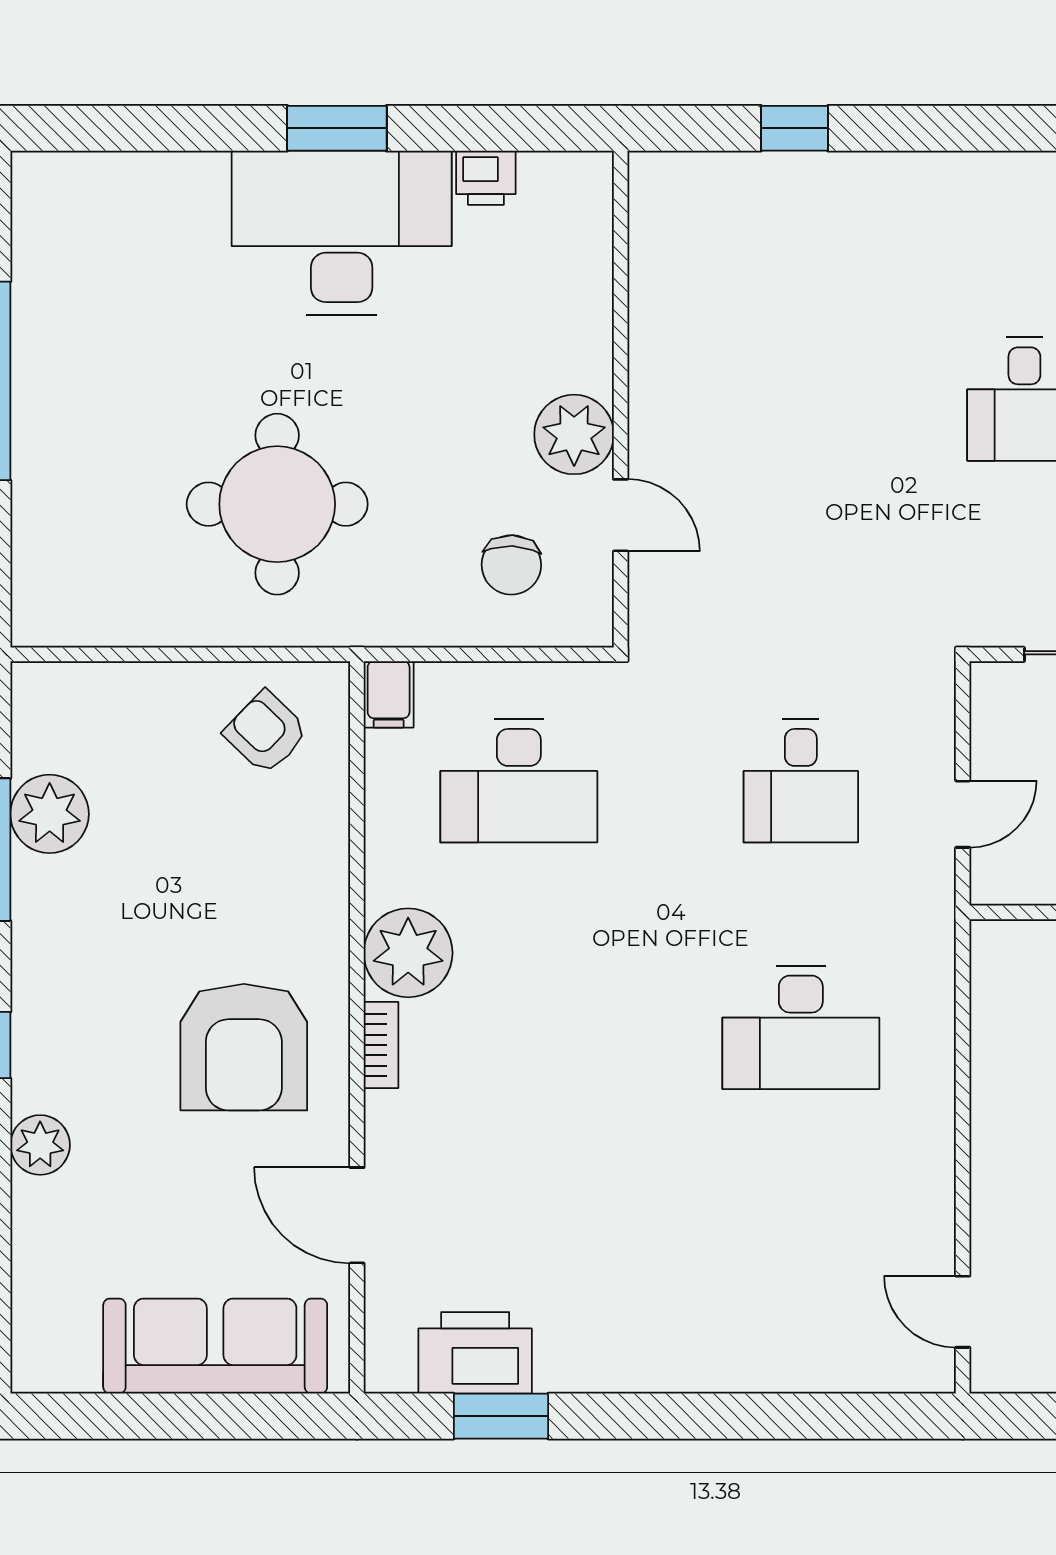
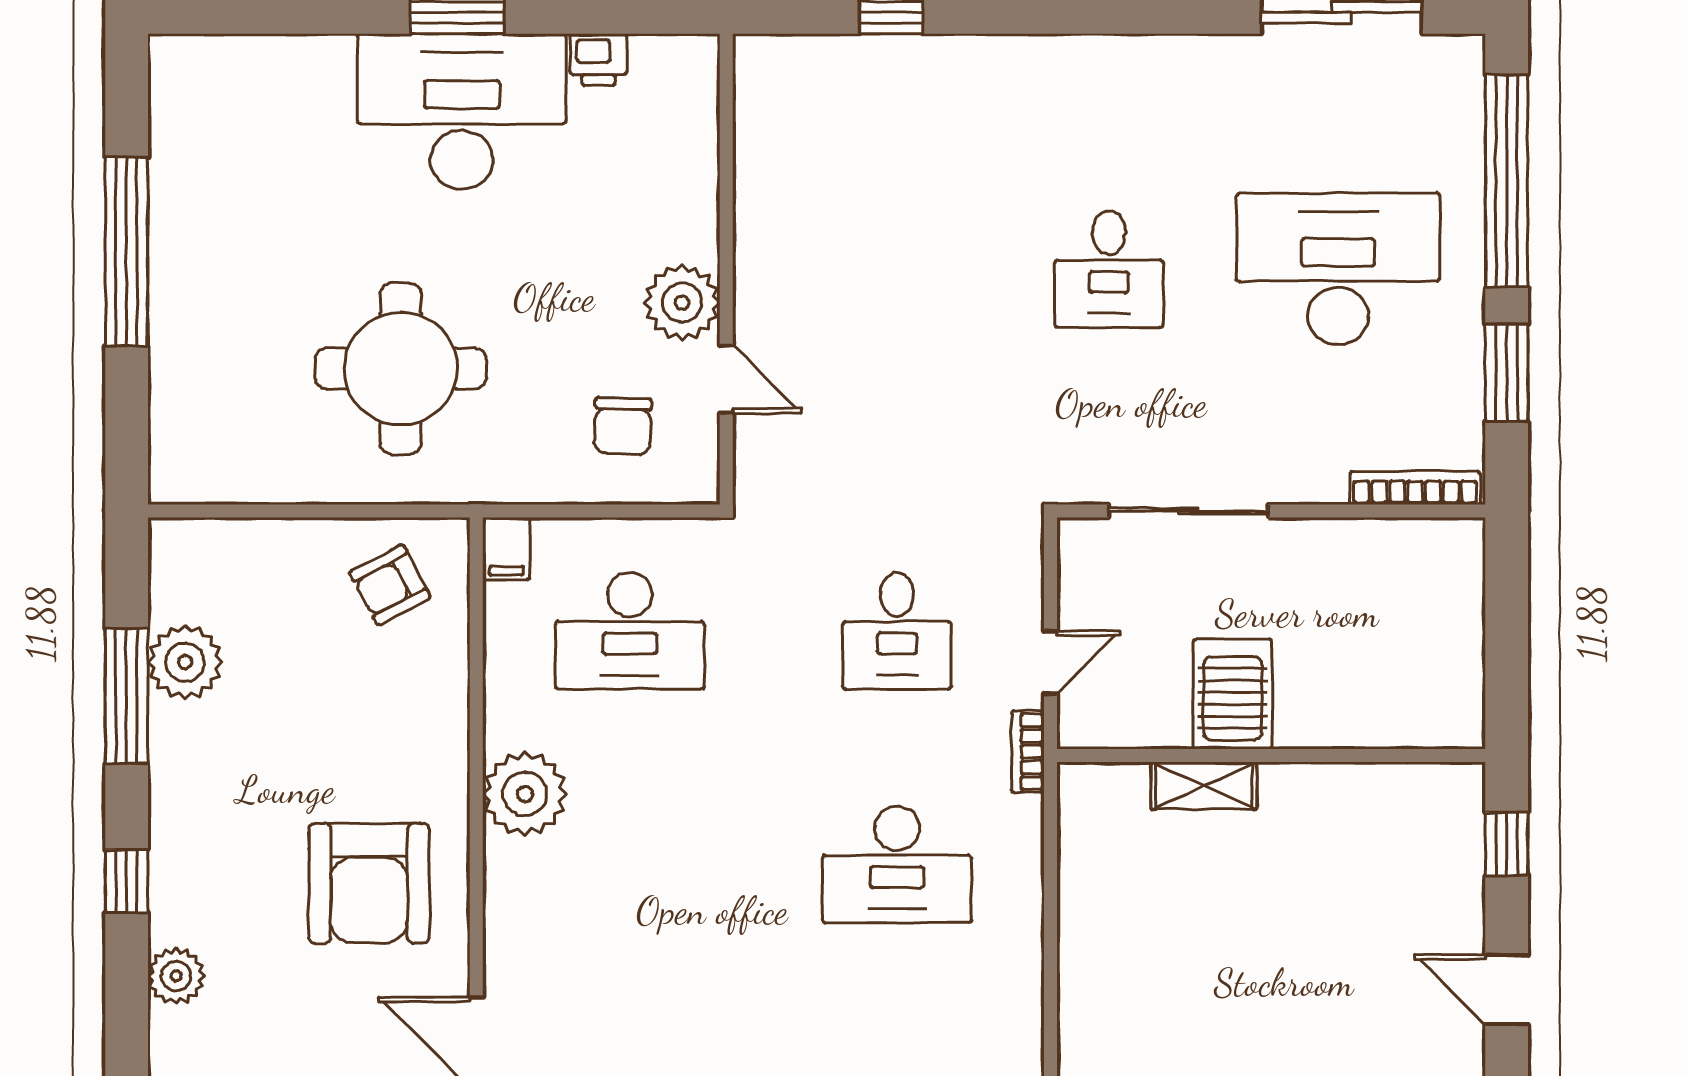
armchair: (266, 732) -> (390, 585), turned -72
bookcase: (381, 1045) -> (1028, 752), moved, turned 180

